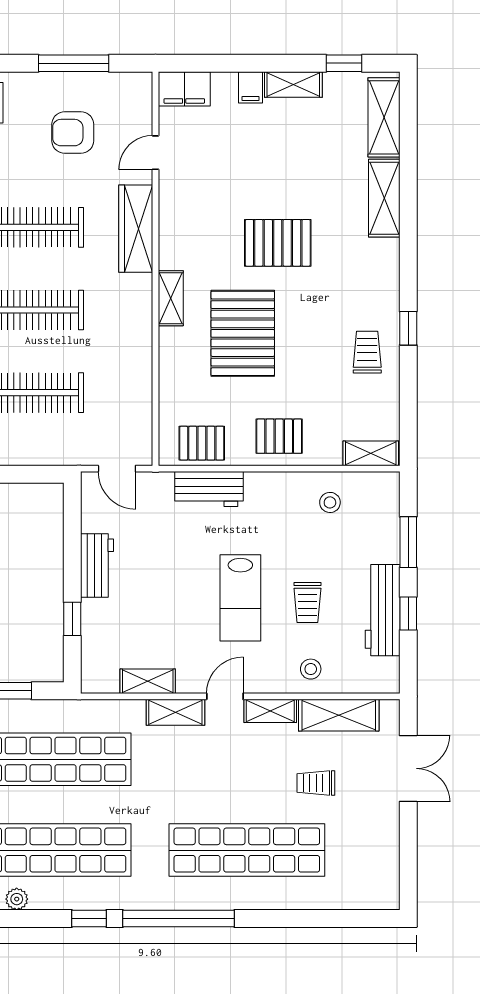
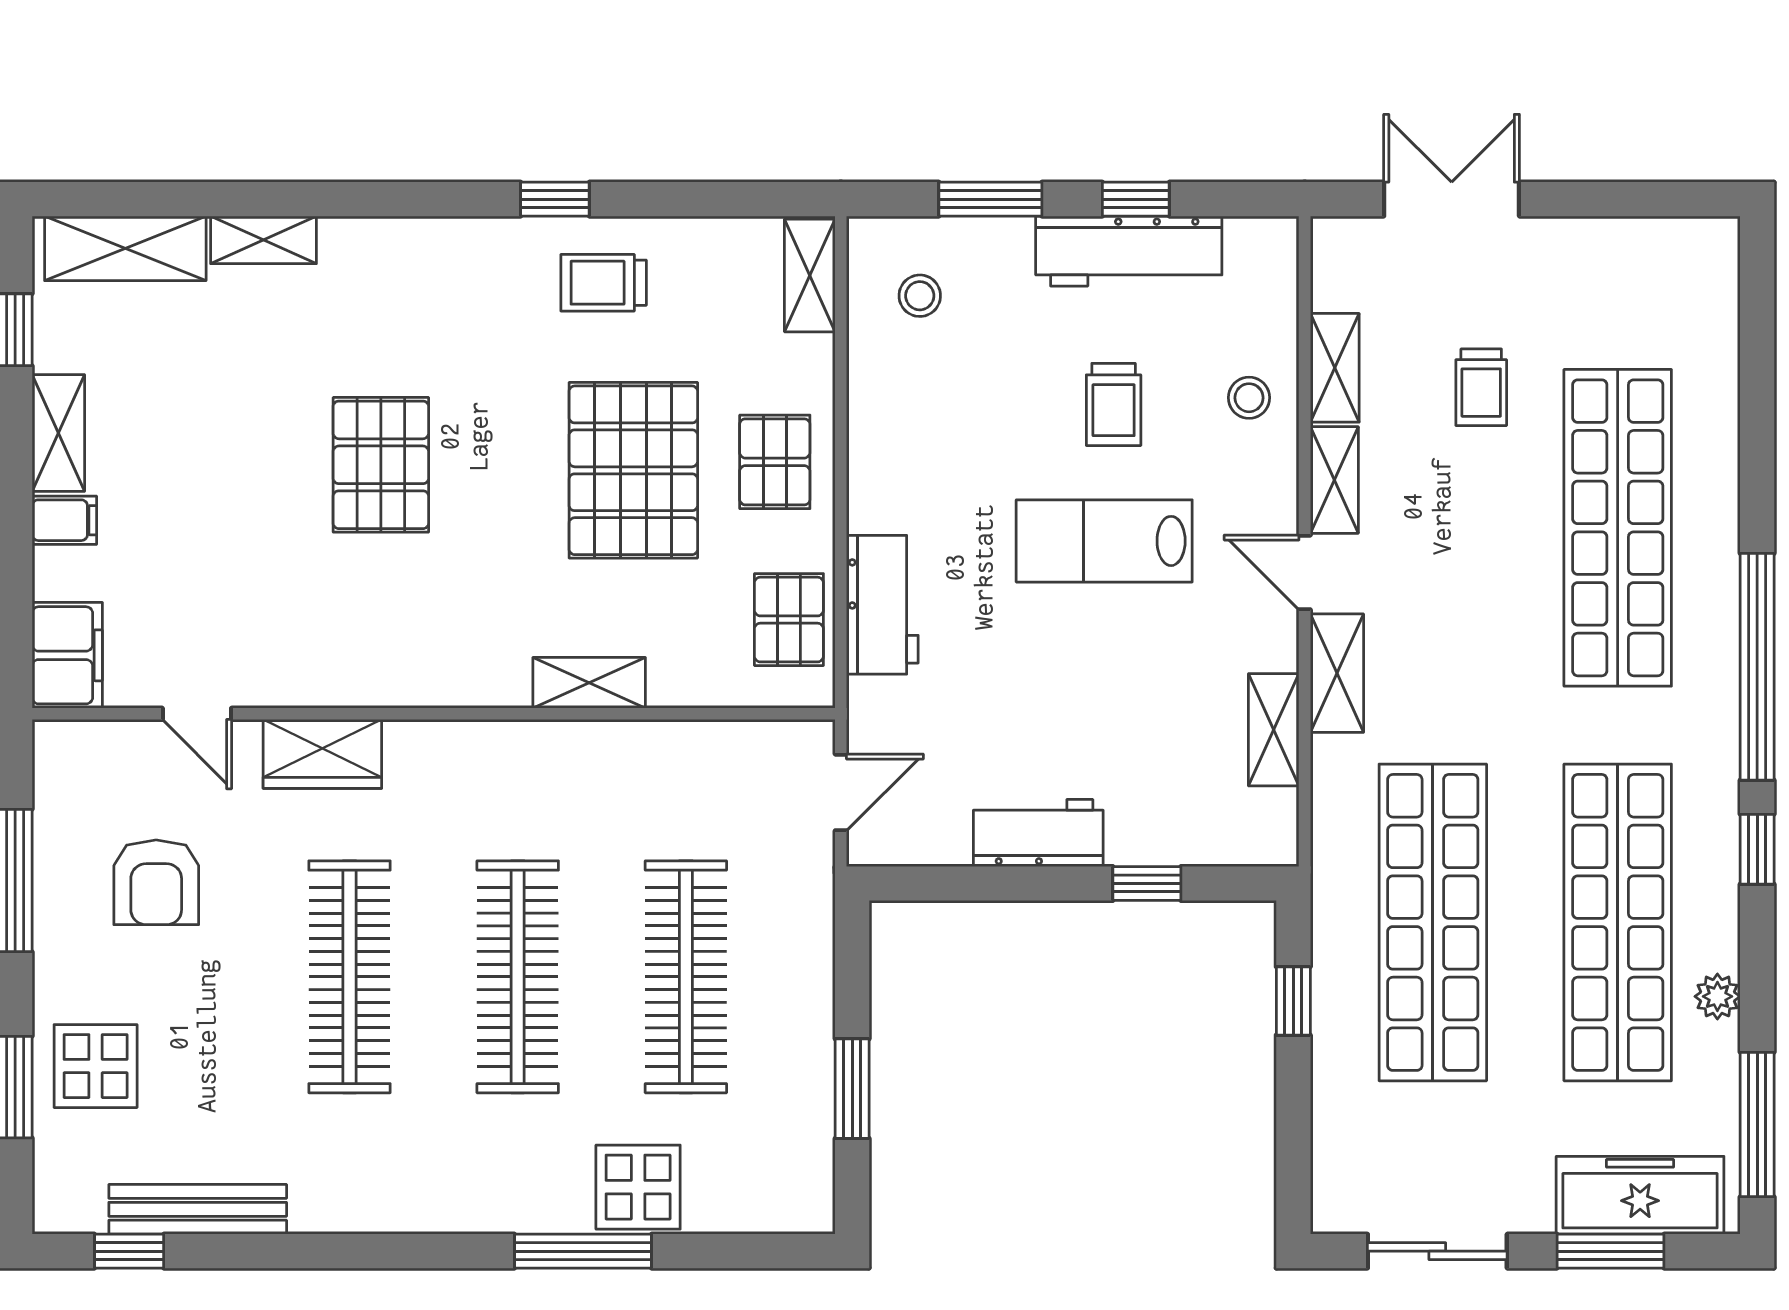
shelving: (384, 198) -> (264, 240), width x0.67, depth x0.75
wardrobe: (136, 229) -> (322, 754), width x0.67
shelving: (171, 298) -> (589, 683), moved
pallet: (243, 333) -> (633, 470), moved, turned 90
stool: (330, 502) -> (920, 296), moved
lab bench: (240, 598) -> (1104, 541), turned 180
trolley: (307, 603) -> (1114, 404), turned 90
shelving: (339, 715) -> (1335, 368), width x0.67, depth x0.75

